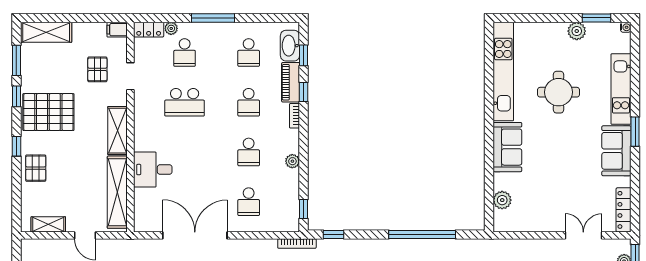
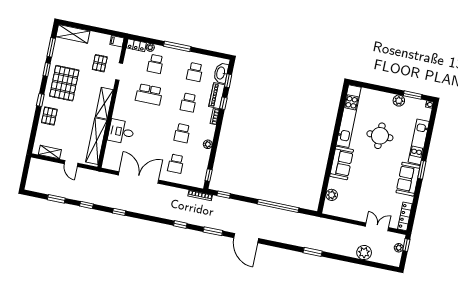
pallet: (48, 112) -> (64, 83), turned 90

